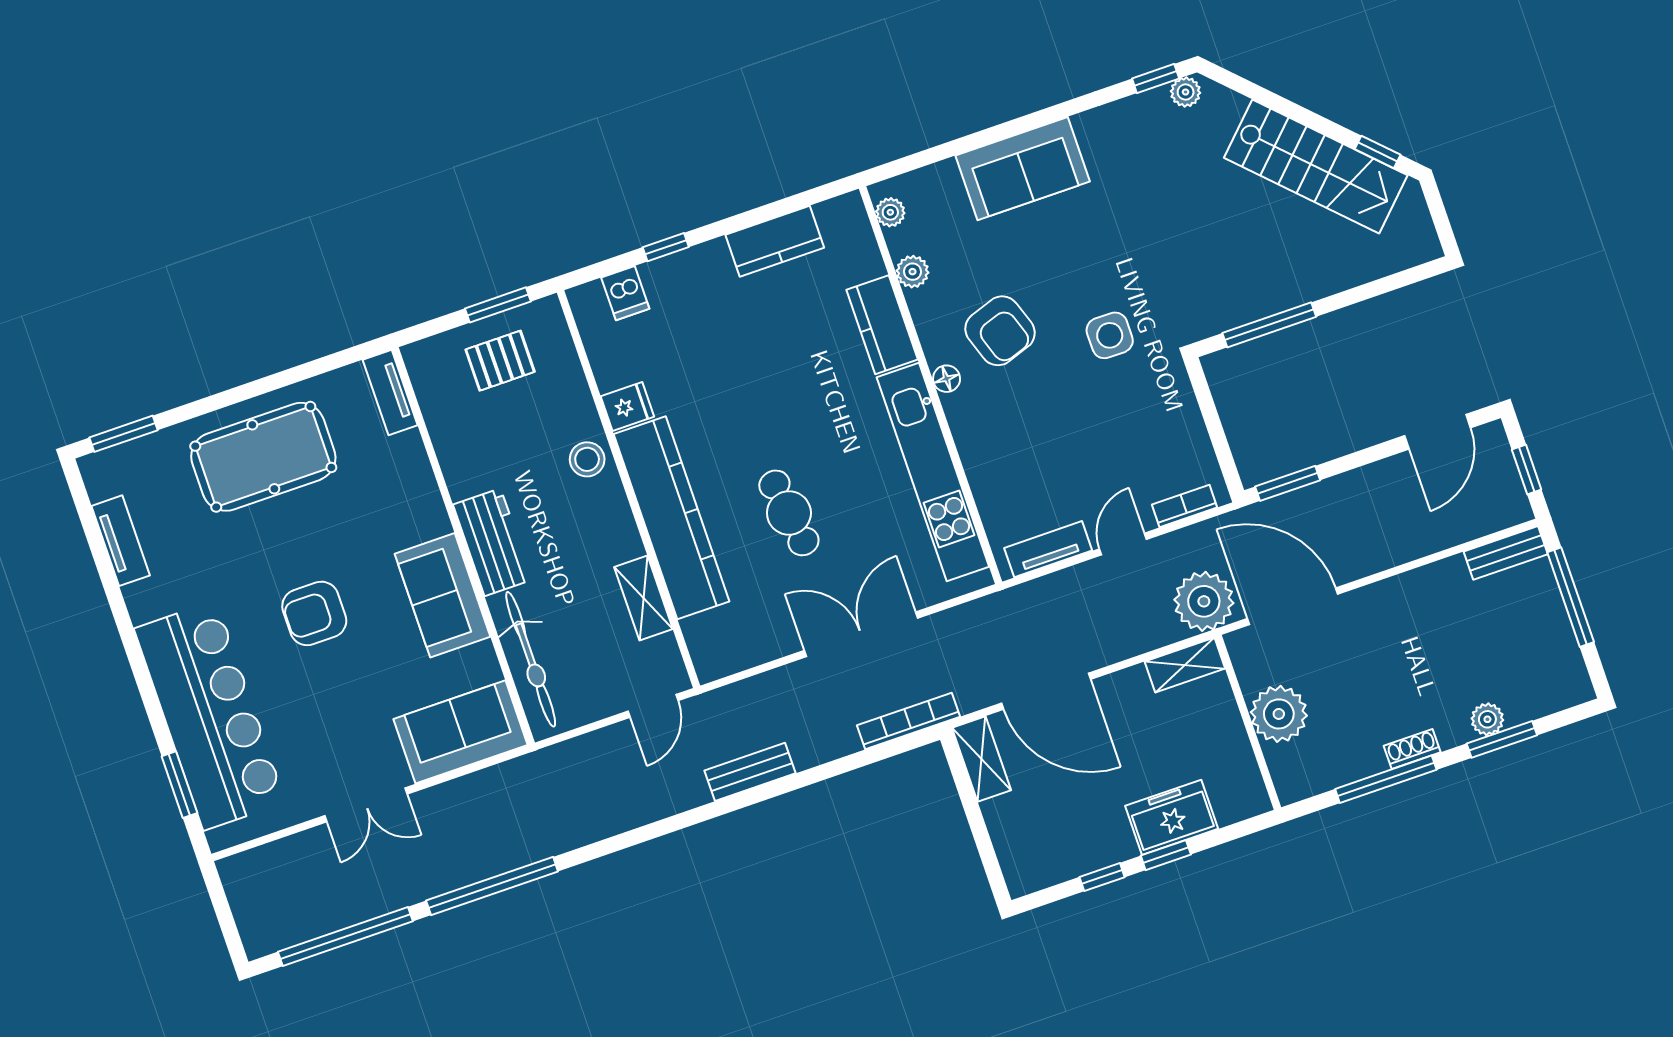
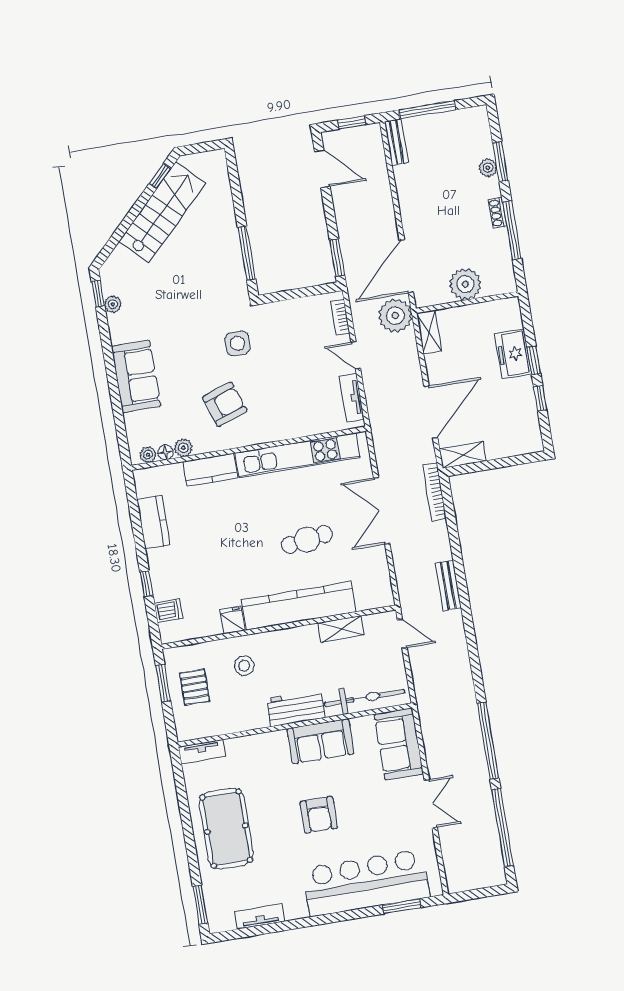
plant: (1186, 92) -> (113, 304), moved
floor lamp: (947, 379) -> (165, 452), moved
stool: (587, 459) -> (244, 666), moved

